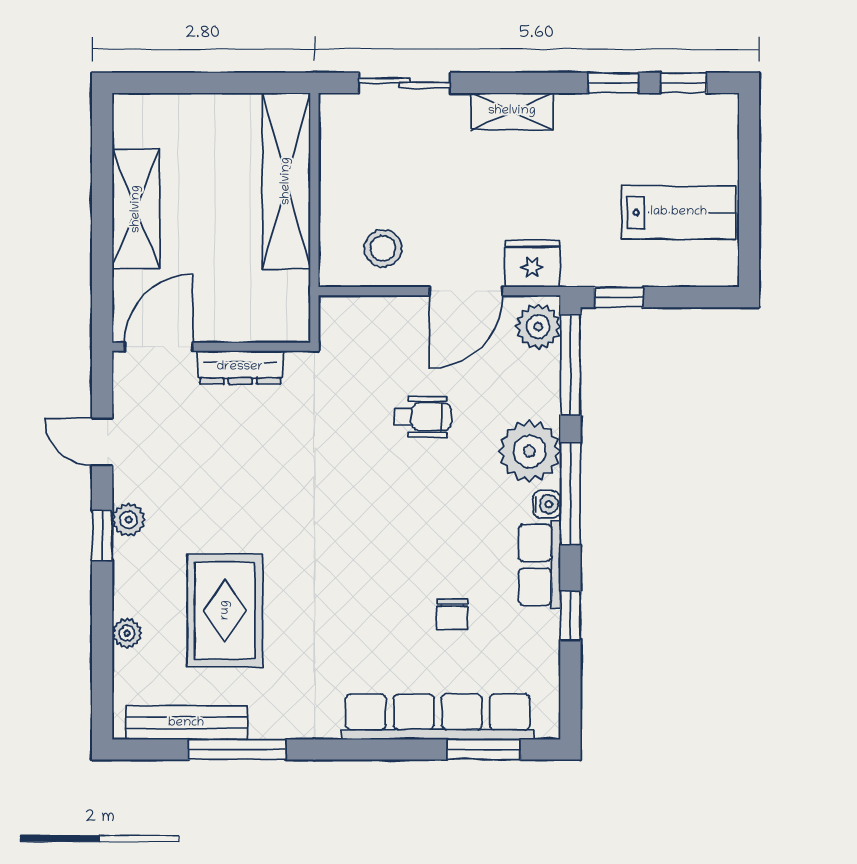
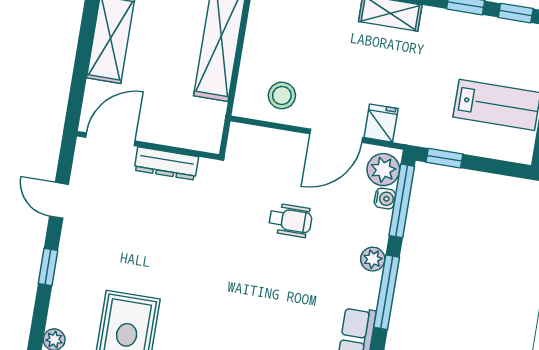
fridge: (532, 264) -> (381, 123), width x0.72
plant: (529, 451) -> (373, 259), width x0.53, depth x0.53
water cooler: (547, 504) -> (385, 199), moved
plant: (129, 520) -> (69, 259), removed

